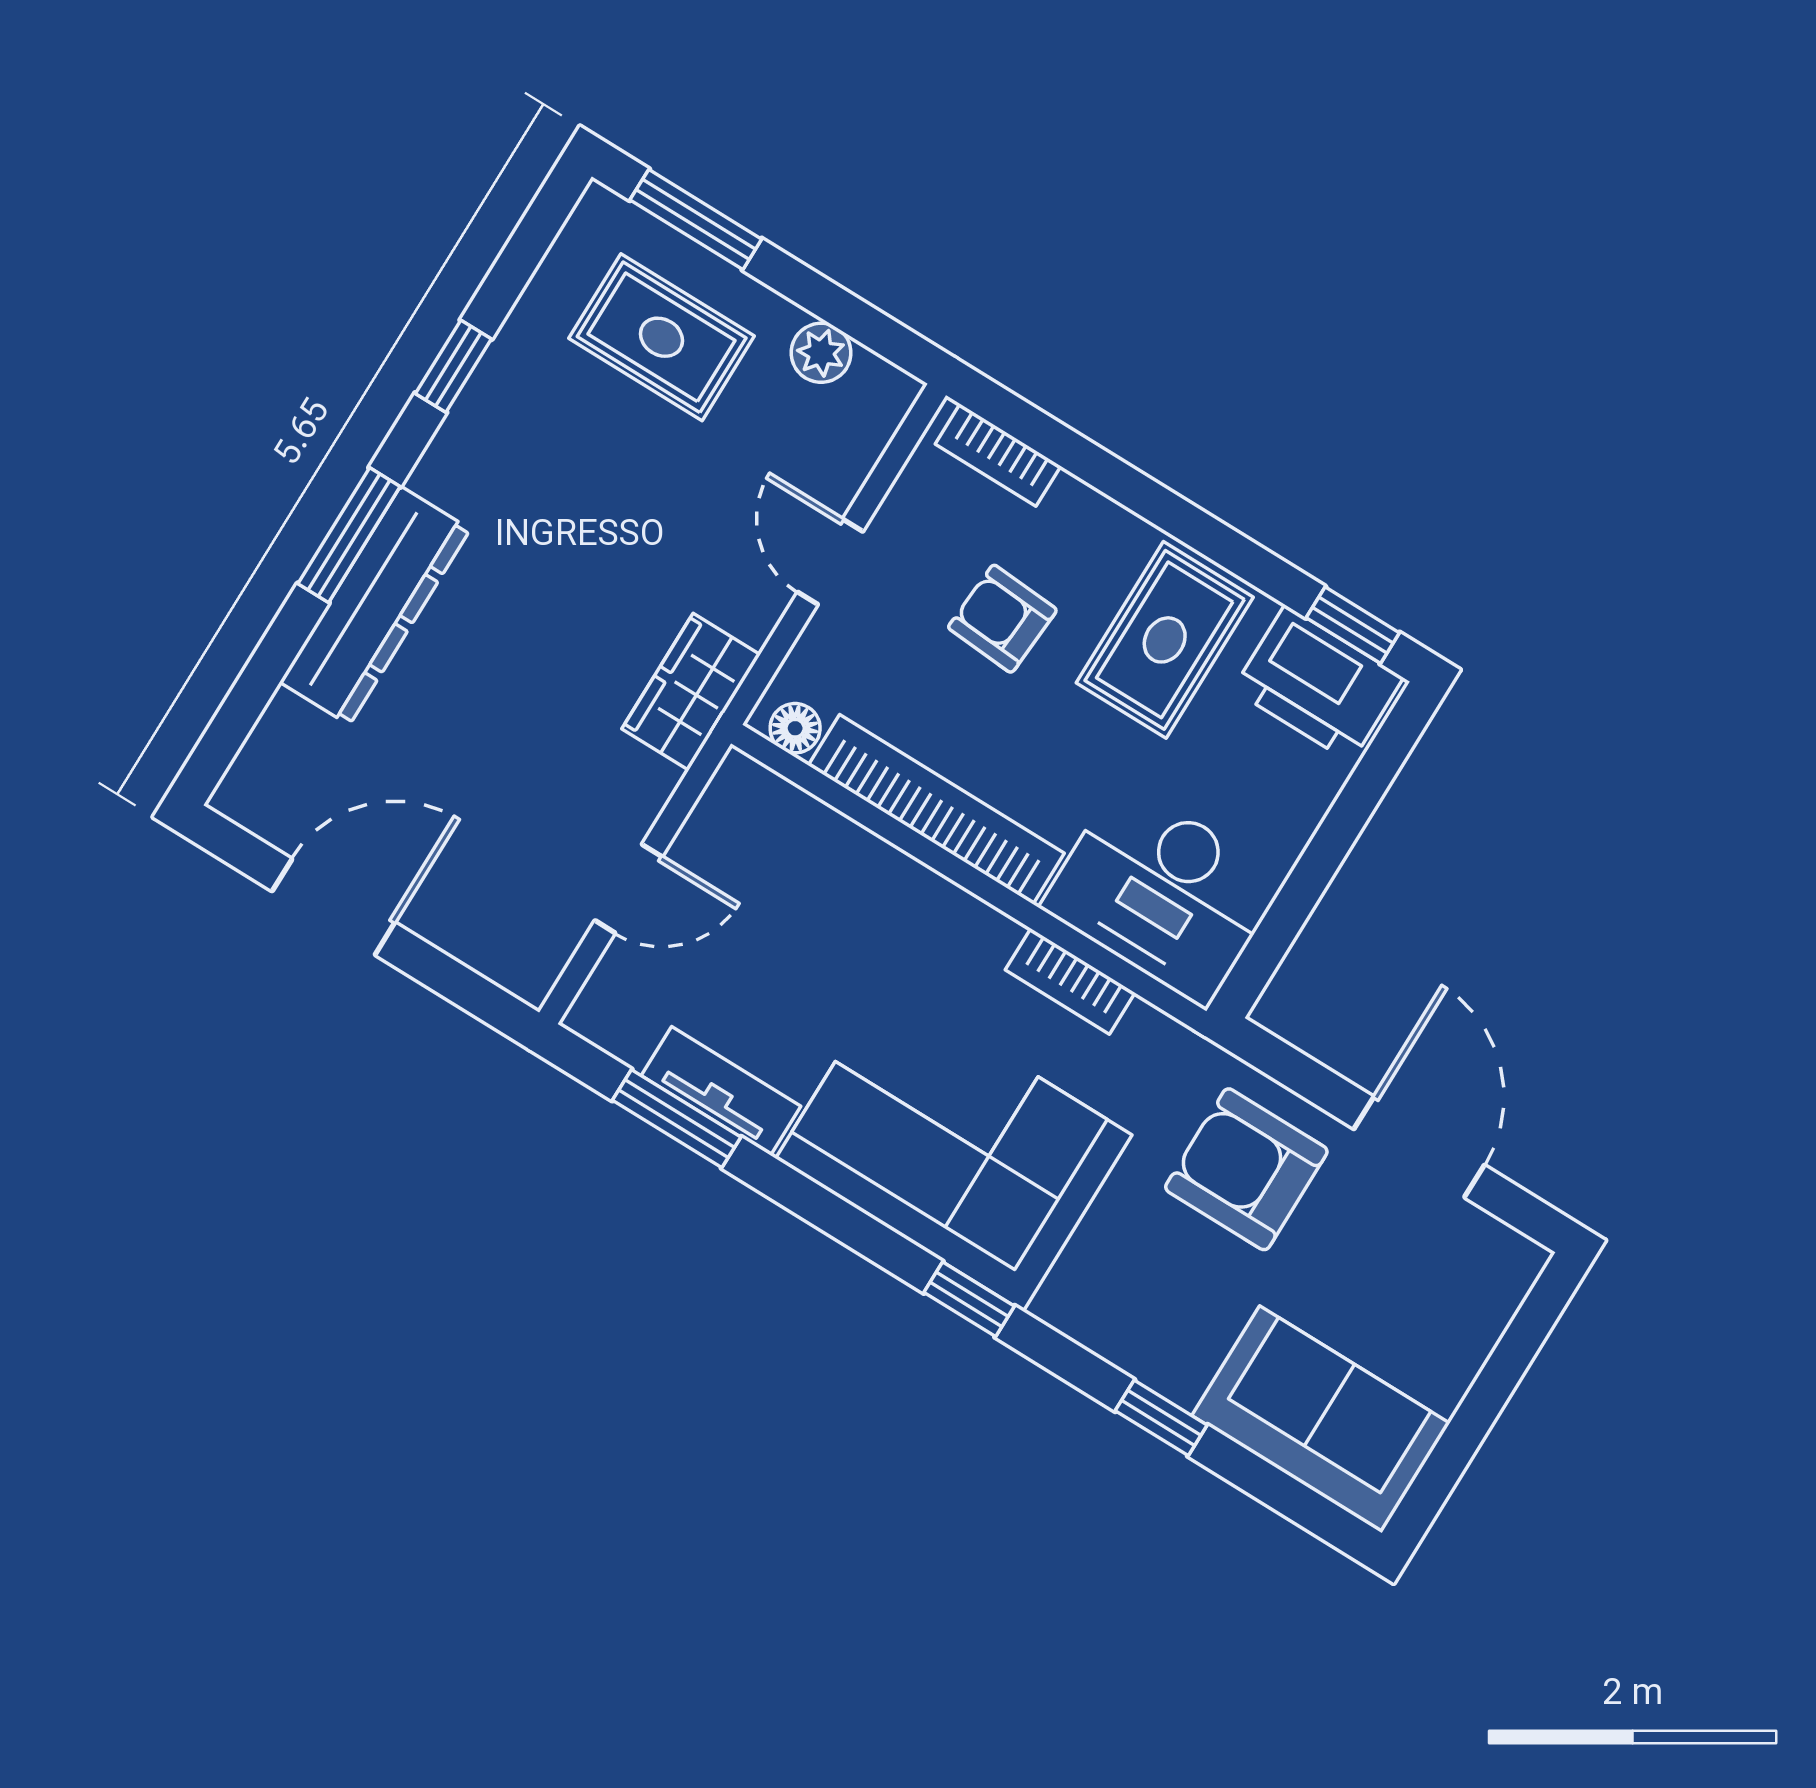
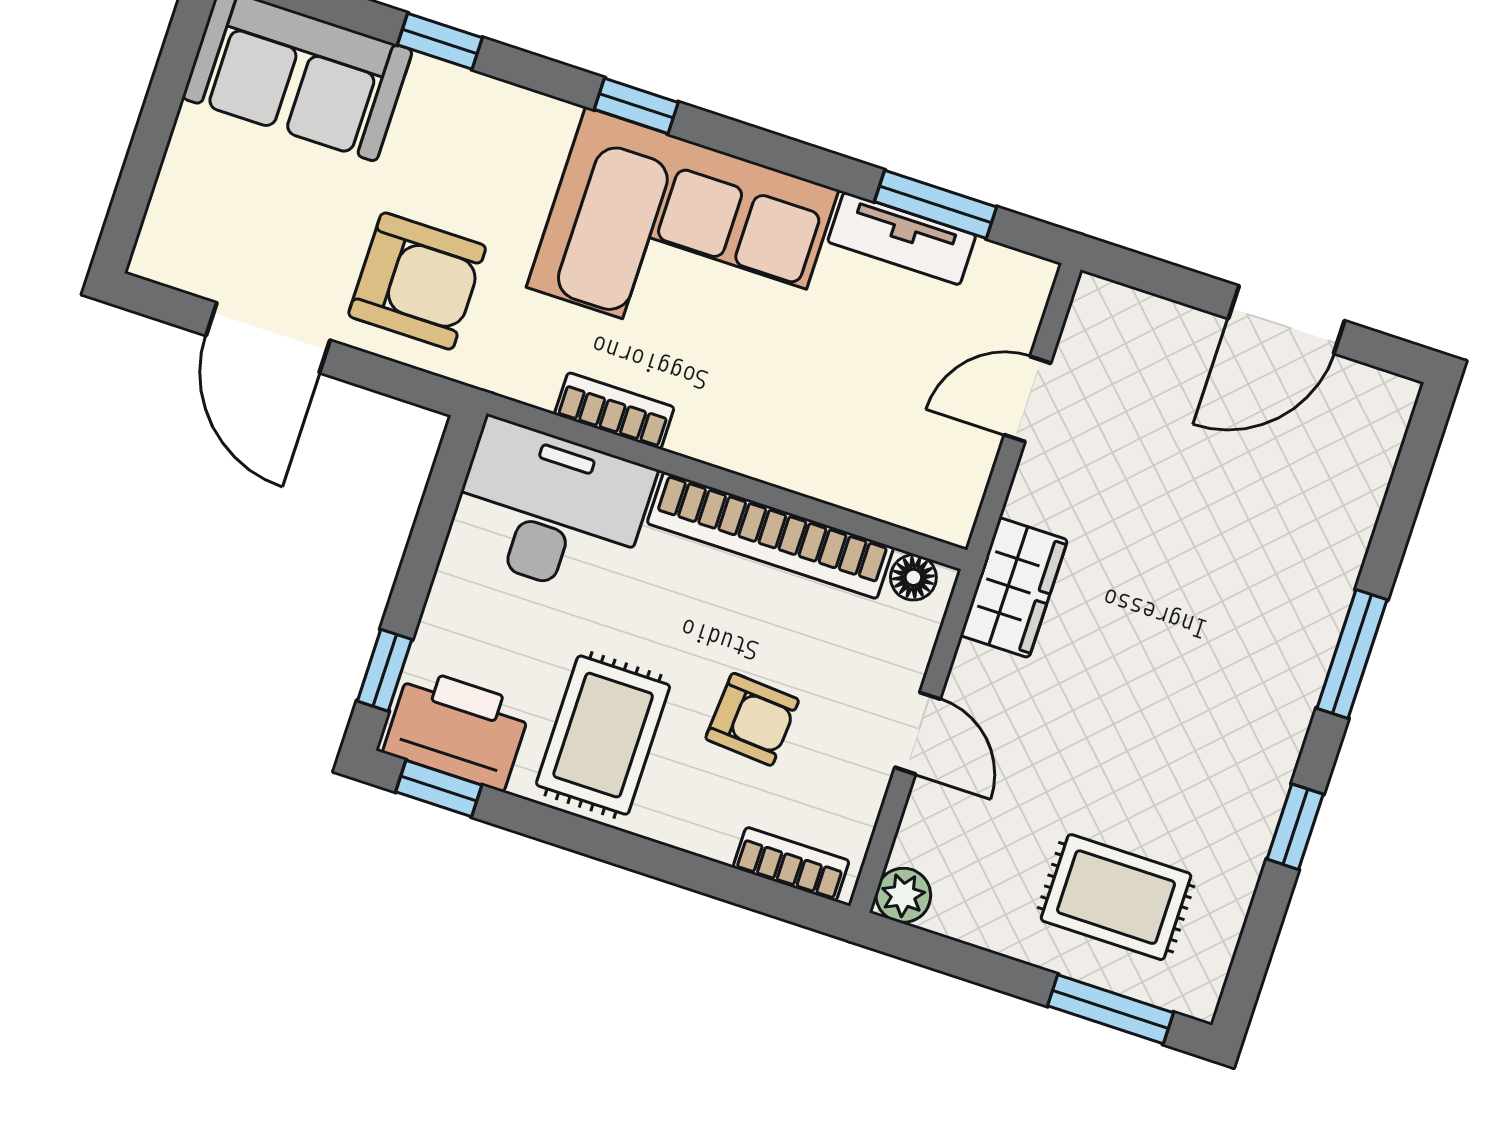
plant: (821, 353) -> (903, 895), moved
dresser: (375, 606) -> (1314, 597), removed
window: (1380, 764) -> (385, 670), added

